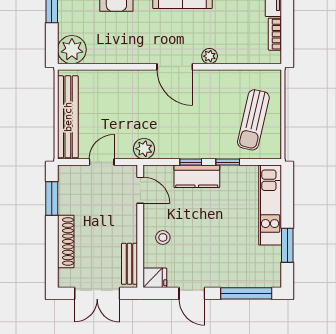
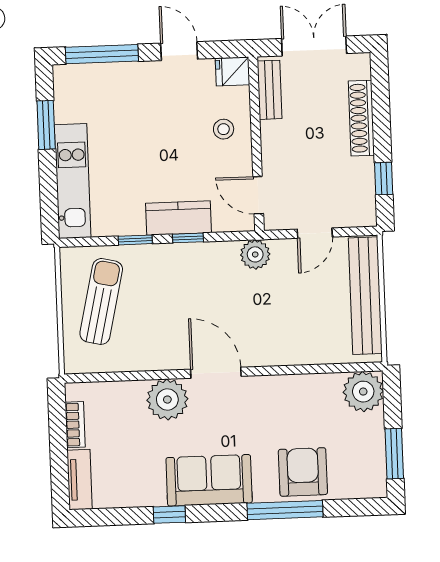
plant: (210, 56) -> (167, 400), width x1.88, depth x1.88
window: (52, 198) -> (384, 179), width x0.67

